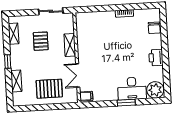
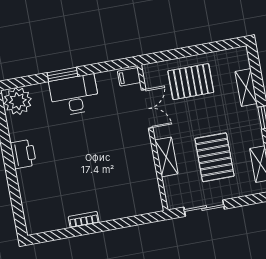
chair: (154, 28) -> (32, 202), removed
pallet: (41, 41) -> (214, 157), width x1.50, depth x1.42
desk: (132, 89) -> (74, 95), moved

